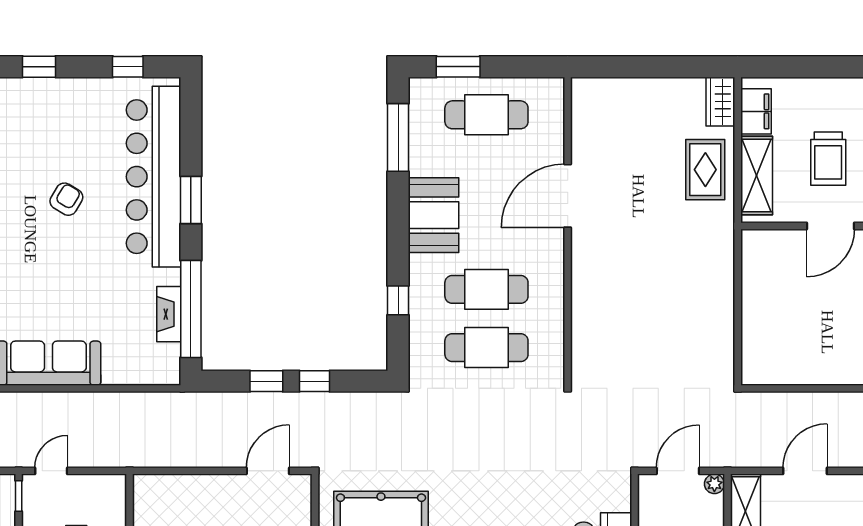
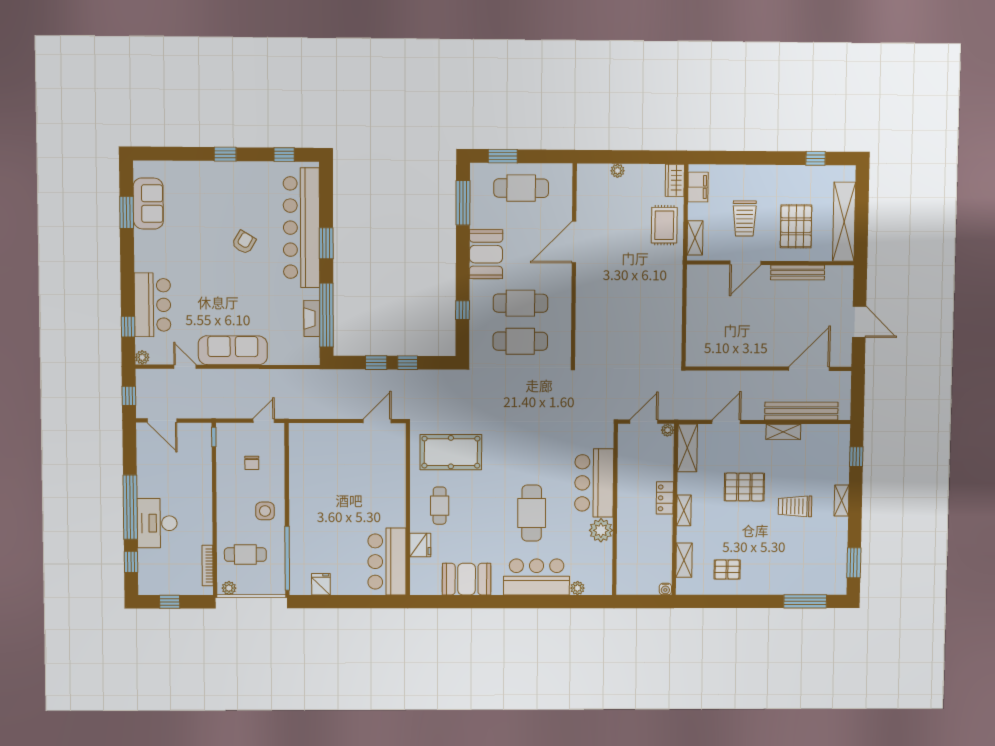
plant: (633, 88) -> (618, 171), added
shelving: (757, 176) -> (695, 238), width x0.67, depth x0.75
door: (51, 471) -> (264, 421), moved

